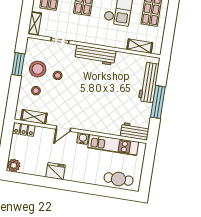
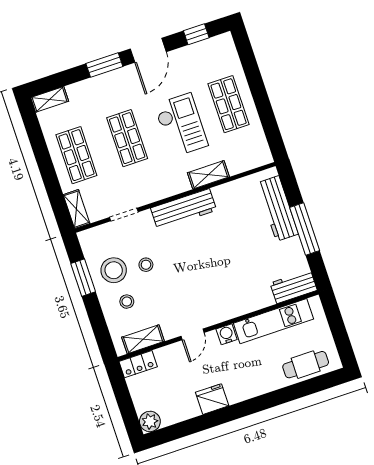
shelving: (140, 46) -> (208, 175), moved

